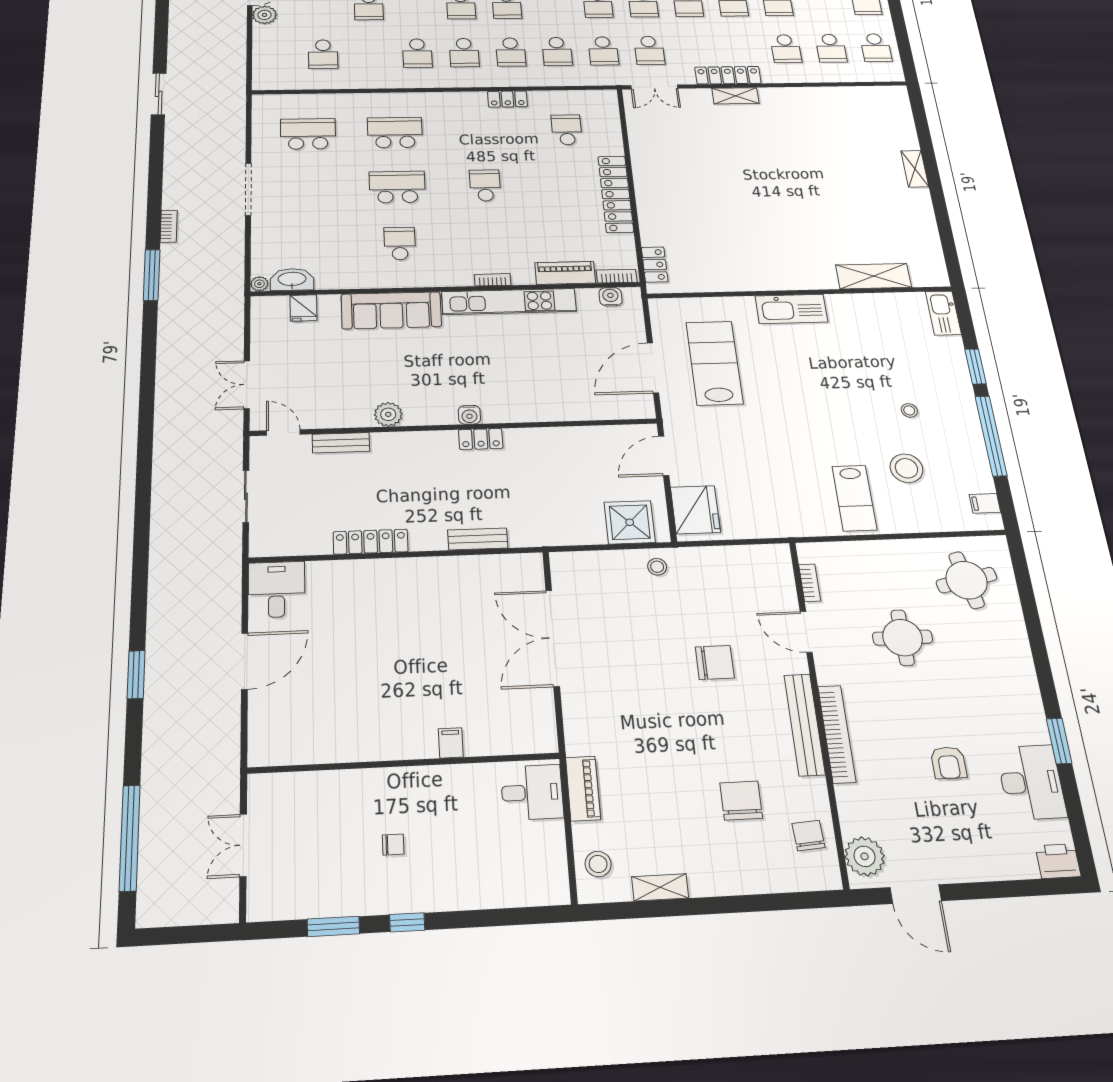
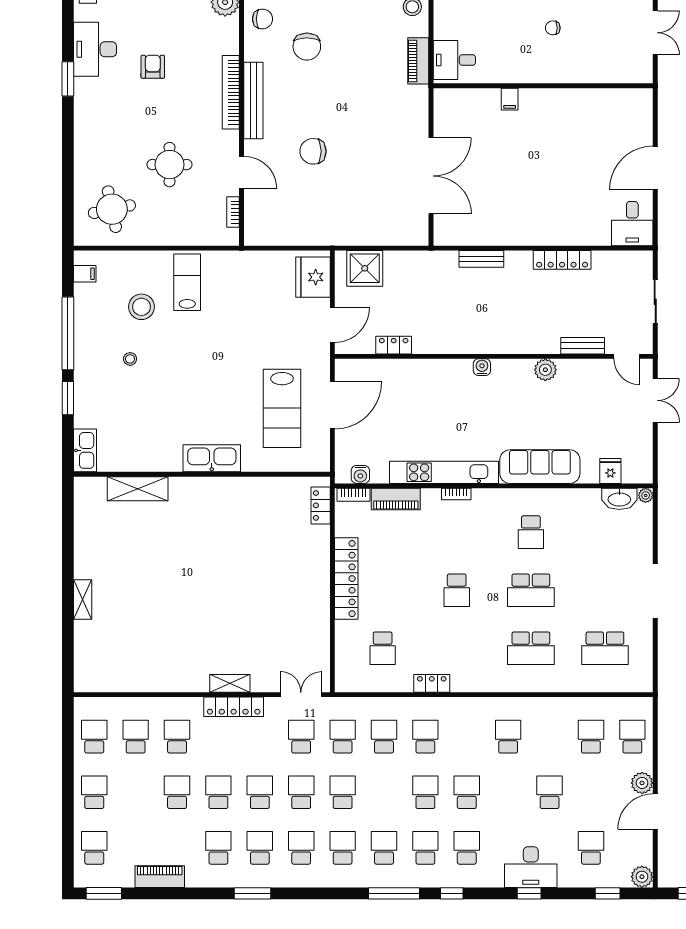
school desk: (464, 53) -> (632, 737), moved
locker: (481, 439) -> (394, 345), moved
stool: (657, 567) -> (348, 230), removed
chair: (808, 836) -> (263, 19), turned -86

